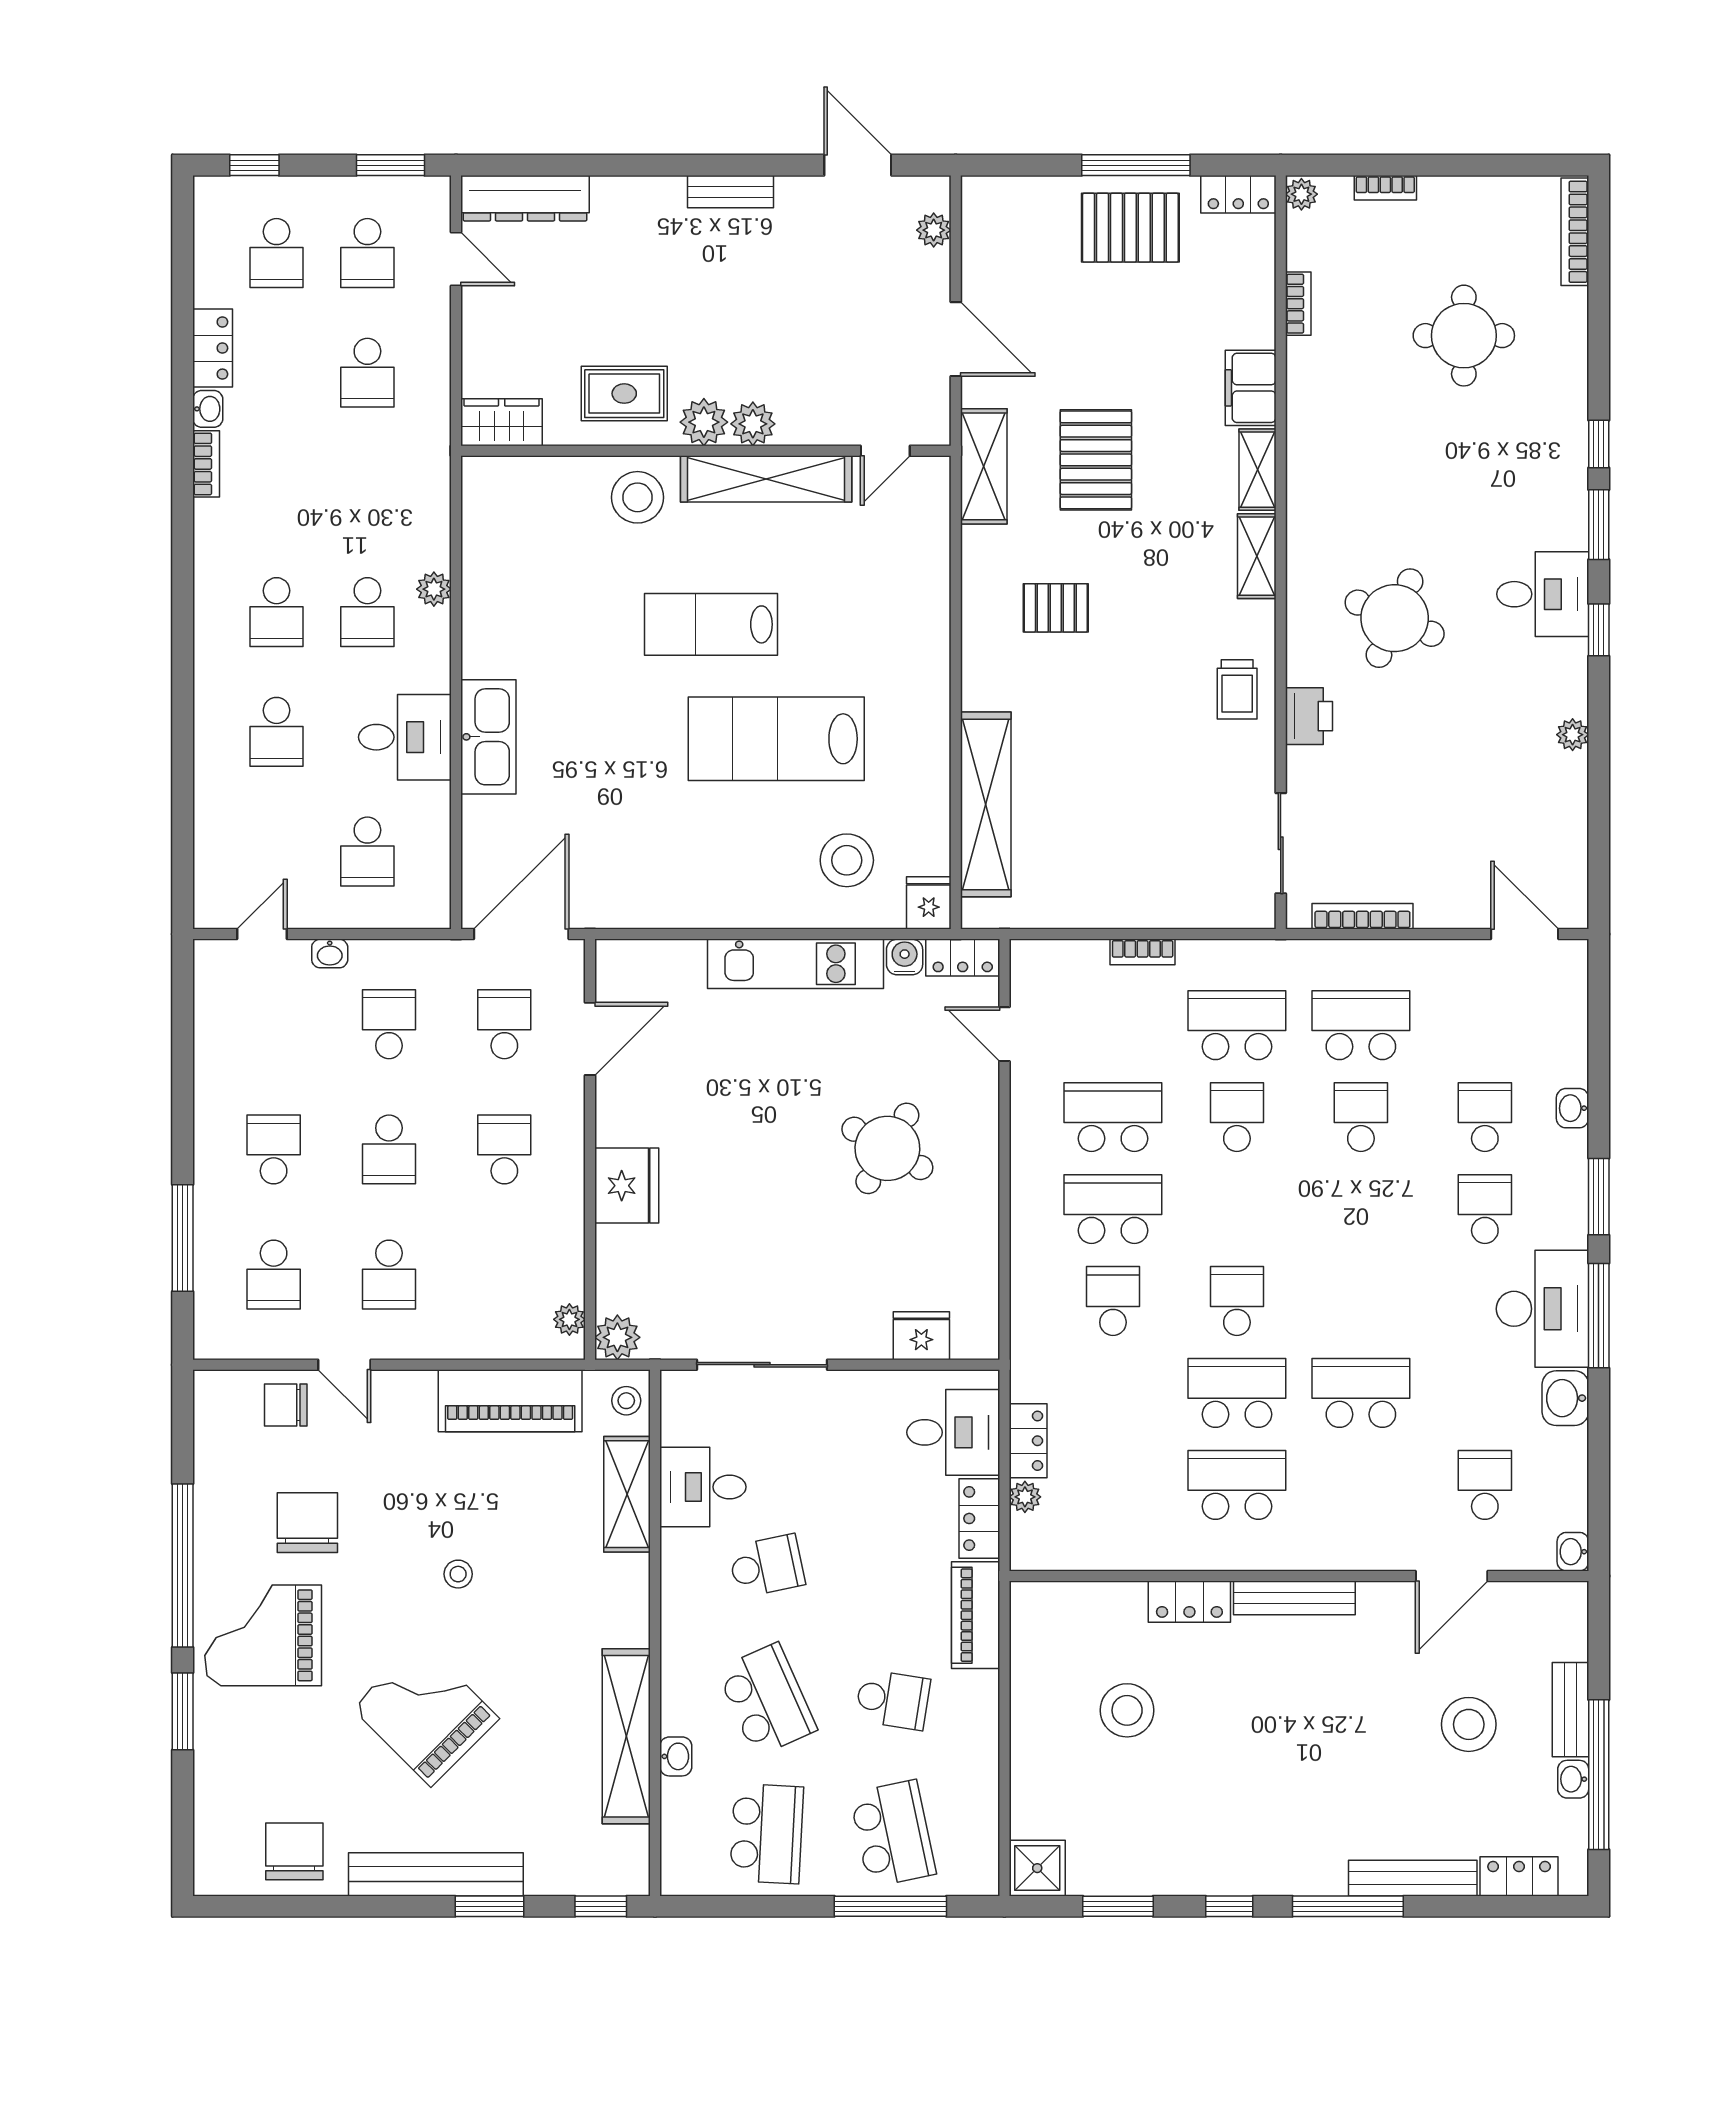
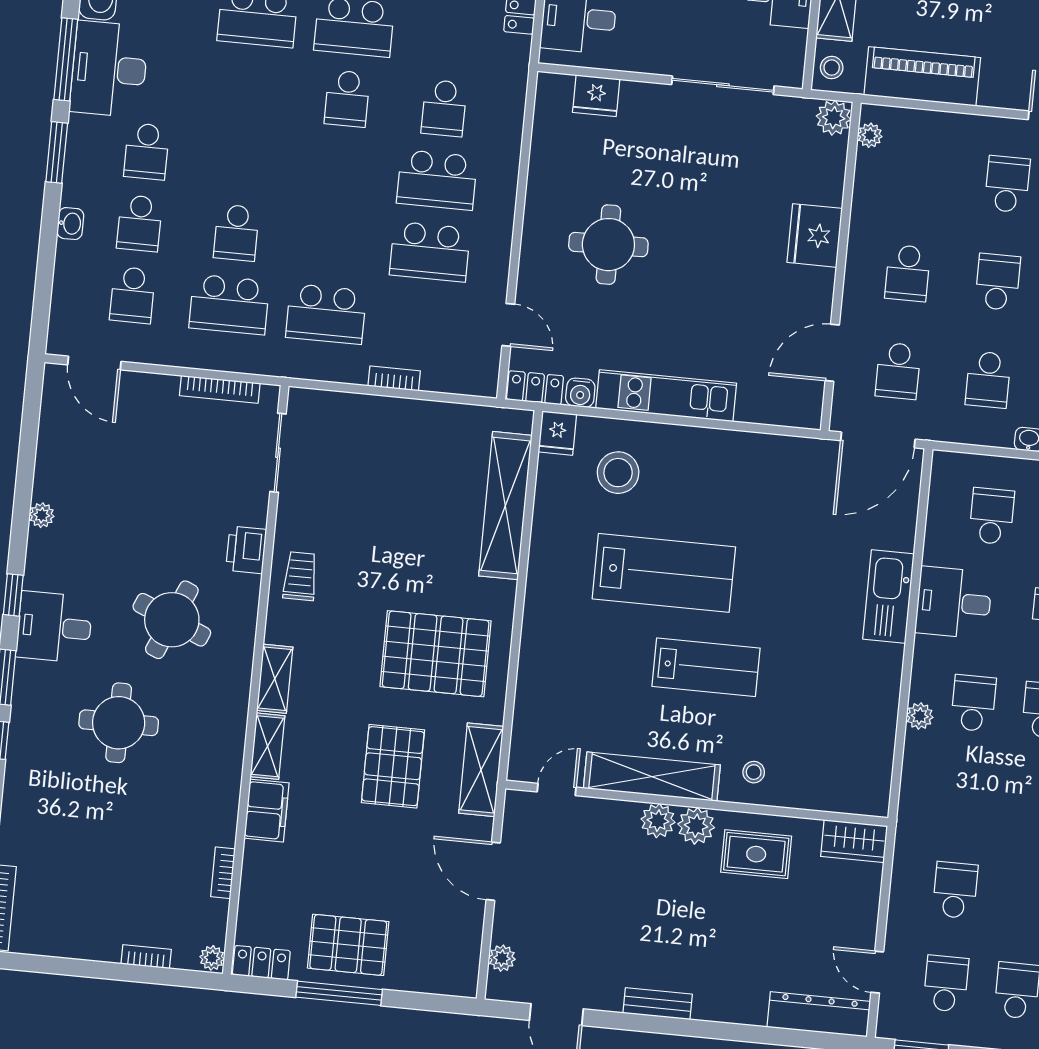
round table: (1464, 336) -> (119, 723), moved
stool: (638, 497) -> (754, 772), width x0.53, depth x0.53
pallet: (1056, 608) -> (436, 654), width x2.05, depth x2.00
school desk: (1237, 1117) -> (132, 295), moved
round table: (887, 1148) -> (608, 245), turned -31

